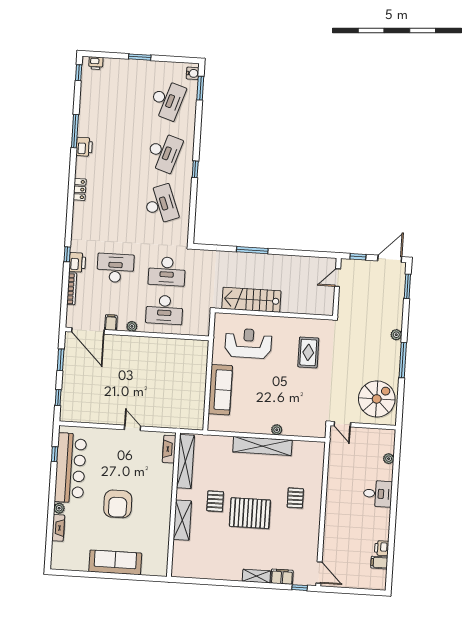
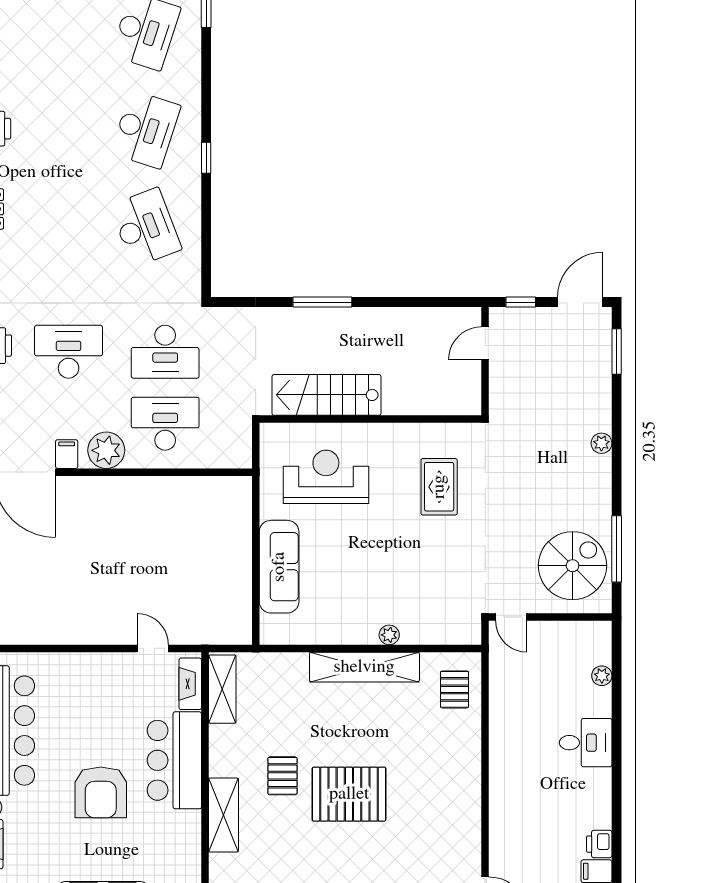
desk: (164, 310) -> (165, 424), turned 180
plant: (132, 326) -> (106, 450), width x1.88, depth x1.88
window: (403, 360) -> (617, 549), moved
door: (133, 428) -> (153, 648), moved
shelving: (185, 462) -> (222, 689), width x0.68
bar counter: (158, 489) -> (174, 760), added
pallet: (295, 498) -> (455, 689), moved

